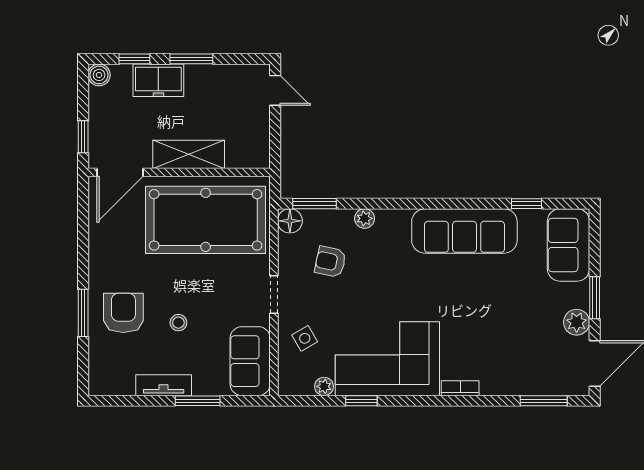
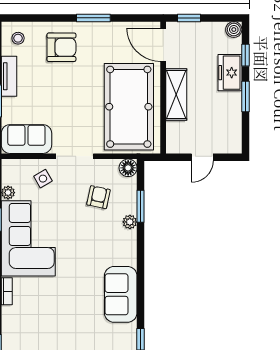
door: (275, 90) -> (202, 157), moved
window: (315, 204) -> (141, 206), moved
sofa: (464, 231) -> (121, 294), width x0.73
doorway: (274, 295) -> (75, 156), width x1.38
window: (83, 313) -> (93, 18), moved
stool: (178, 323) -> (18, 38), moved

